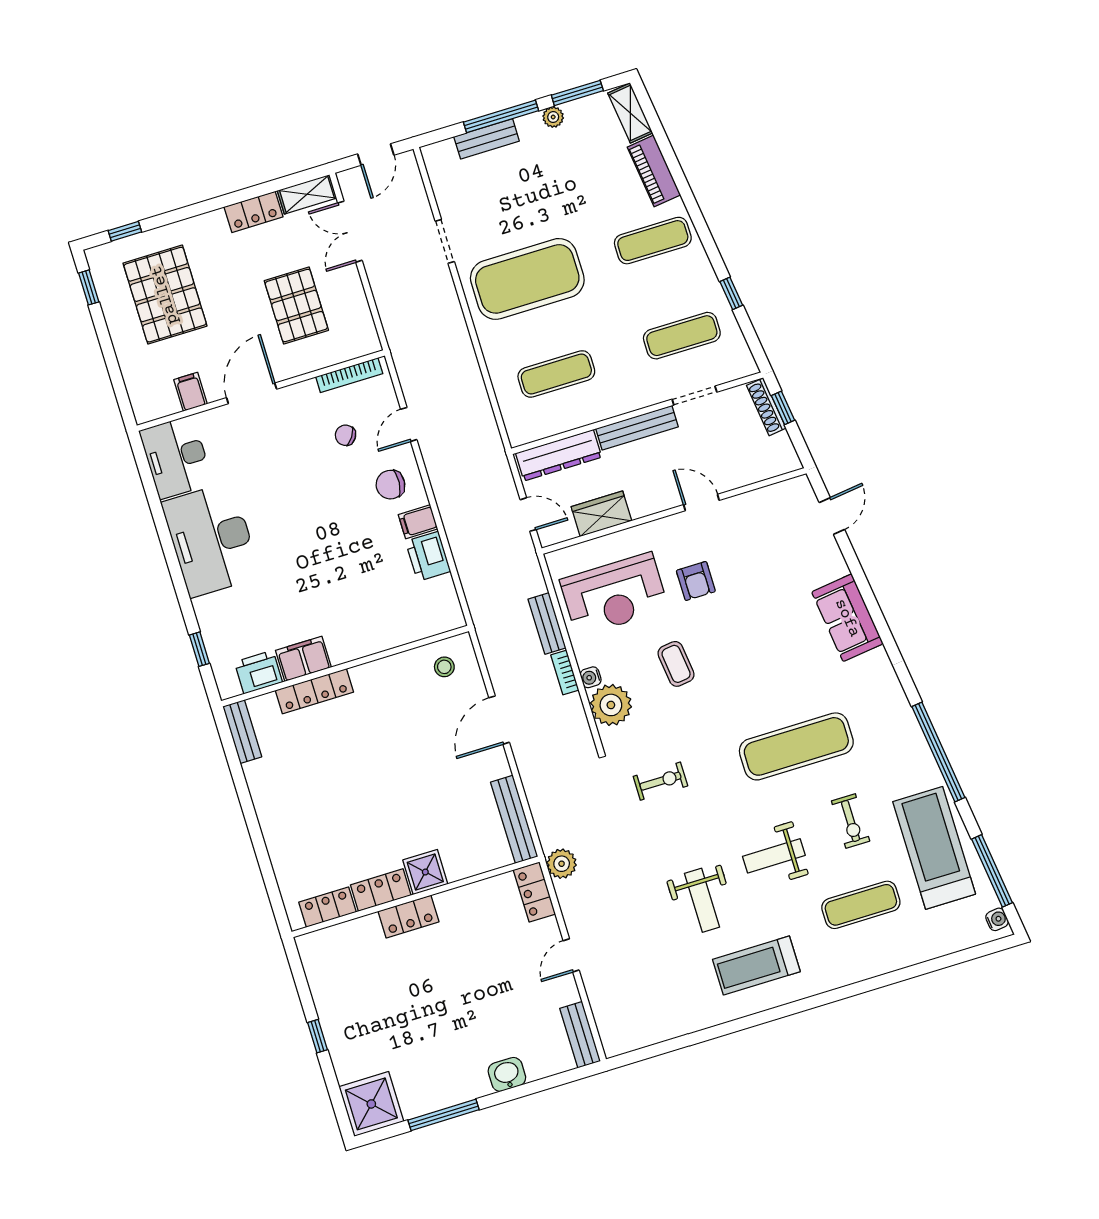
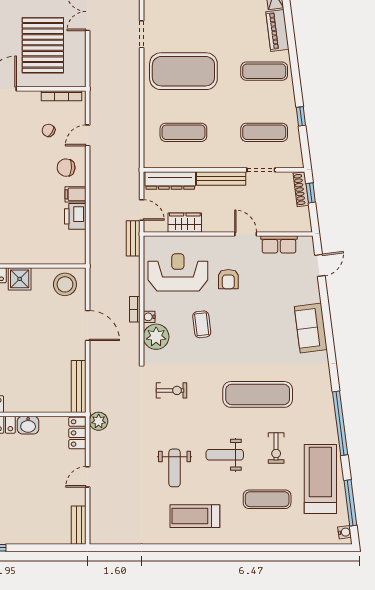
pallet: (296, 305) -> (43, 45), width x1.37, depth x1.41
row of seats: (758, 503) -> (279, 244), added
reception desk: (614, 595) -> (178, 272), turned 180
bench: (547, 623) -> (133, 238), moved
stool: (444, 667) -> (65, 284), width x1.89, depth x1.89
door: (499, 720) -> (88, 326), swing flipped
shower: (425, 872) -> (20, 279), moved
washbasin: (507, 1074) -> (28, 425), moved, turned 180

